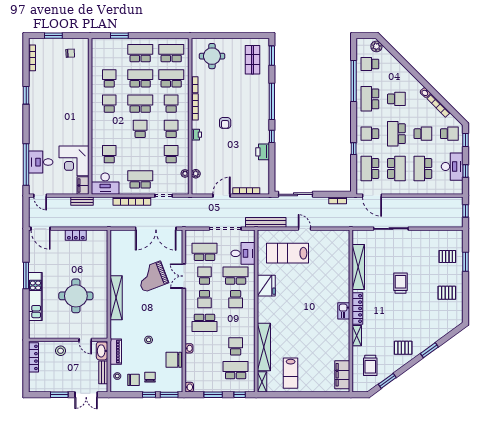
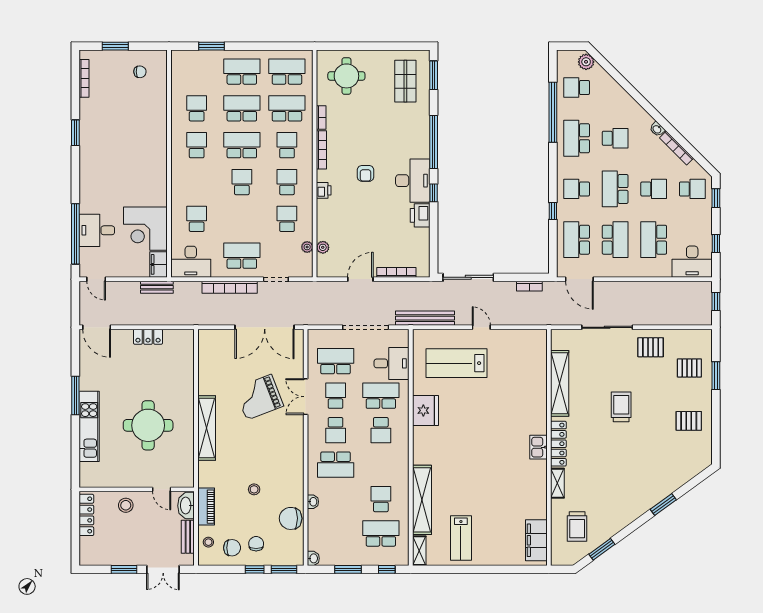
desk: (258, 128) -> (413, 181), added
desk: (452, 167) -> (692, 262), moved, turned 90
pallet: (403, 348) -> (651, 347), moved

